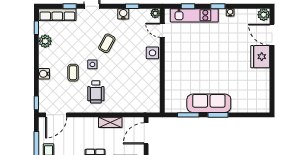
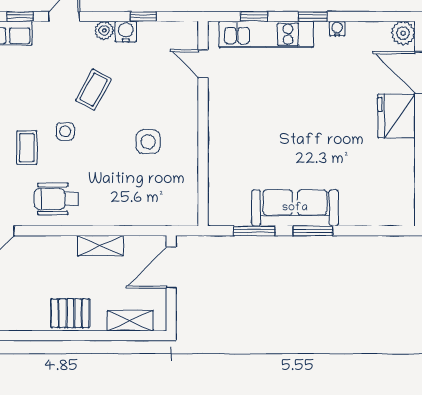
plant: (155, 13) -> (104, 30), moved
side table: (152, 53) -> (148, 142), moved
wheelchair: (96, 92) -> (56, 199), moved, turned 90

